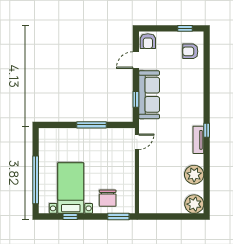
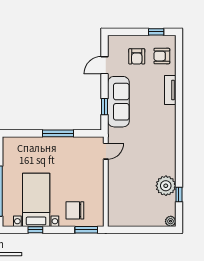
armchair: (148, 41) -> (137, 56), moved
window: (207, 130) -> (179, 195), moved
tv unit: (198, 140) -> (170, 90), moved
chair: (108, 198) -> (75, 210), turned 90
plant: (194, 204) -> (171, 221), width x0.53, depth x0.53

